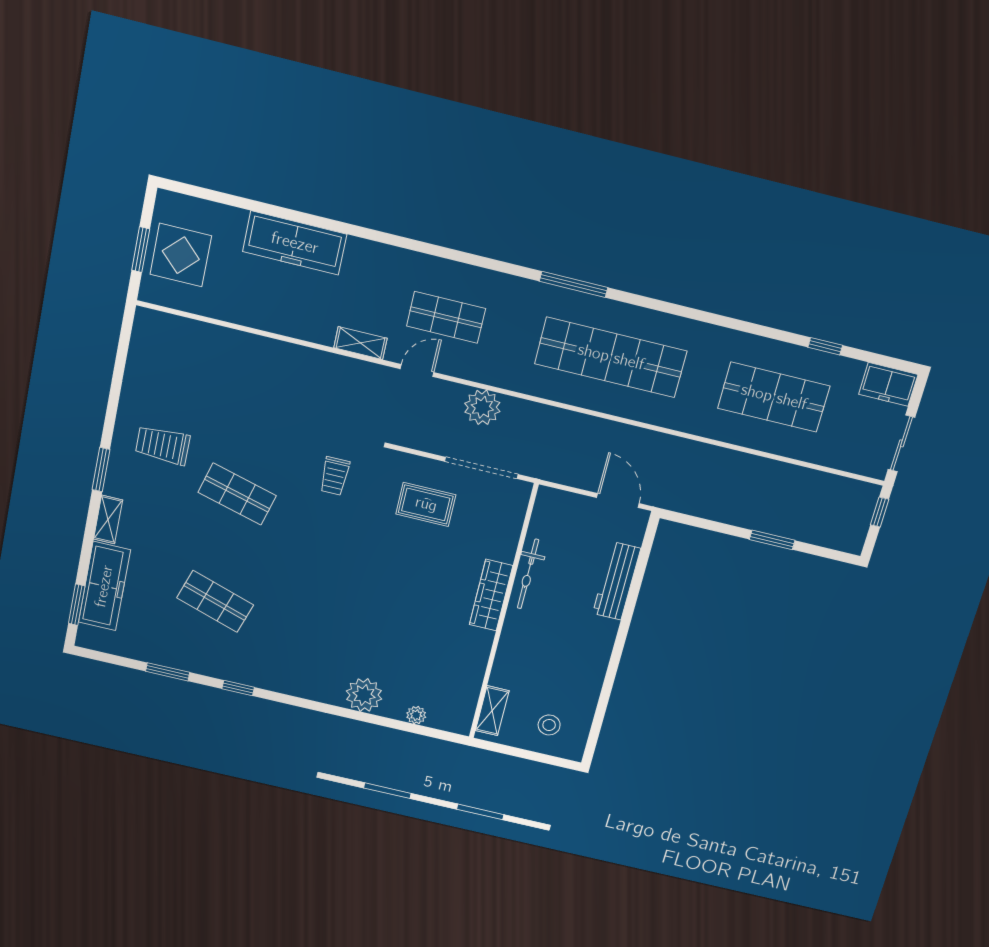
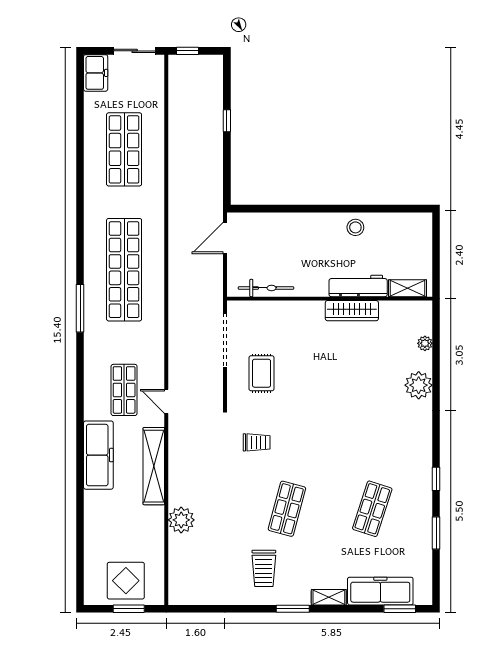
freezer: (295, 243) -> (98, 455), moved
shelving: (360, 343) -> (154, 466), width x2.20, depth x1.33
window: (825, 346) -> (80, 124), removed
plant: (482, 407) -> (181, 520), moved
window: (772, 540) -> (227, 121), width x0.67
bicycle: (528, 574) -> (266, 288), moved
workbench: (617, 581) -> (358, 286), moved, turned 180
wardrobe: (491, 595) -> (352, 311), moved
stool: (549, 725) -> (355, 227), moved

